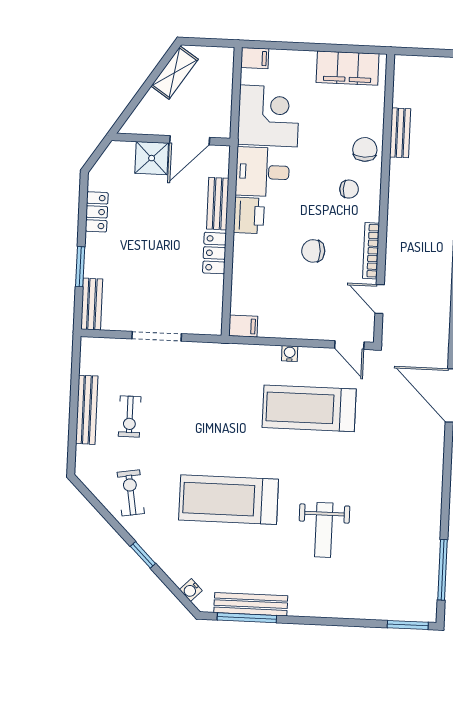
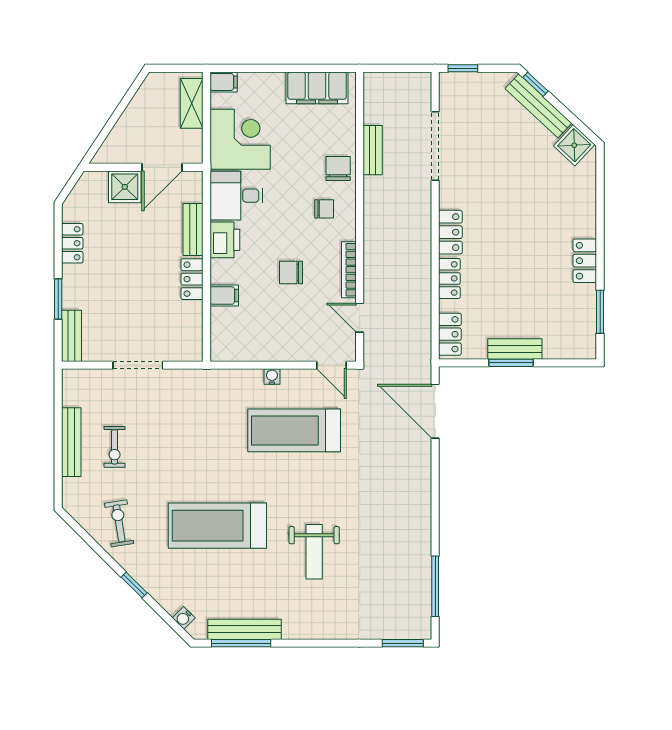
shelving: (175, 73) -> (192, 103), moved, turned -33
filing cabinet: (243, 326) -> (224, 296), moved

